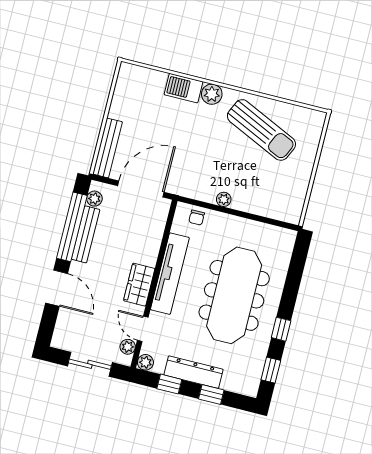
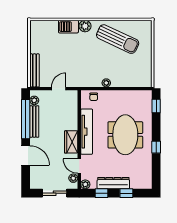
door: (141, 189) -> (59, 89), width x0.53
meeting table: (234, 295) -> (125, 135), width x0.73
window: (271, 370) -> (156, 106), moved

